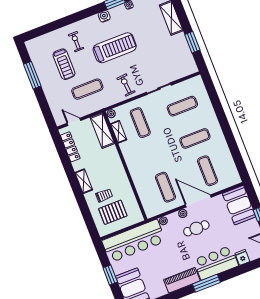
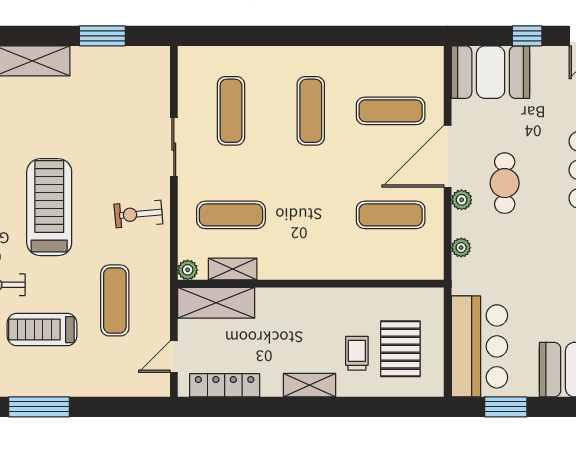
treadmill: (64, 64) -> (42, 330), turned 180
bar counter: (134, 241) -> (479, 346), width x0.73
window: (110, 275) -> (506, 407), moved

